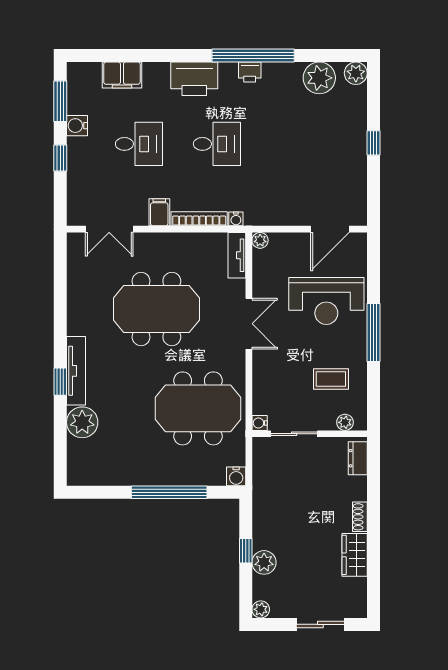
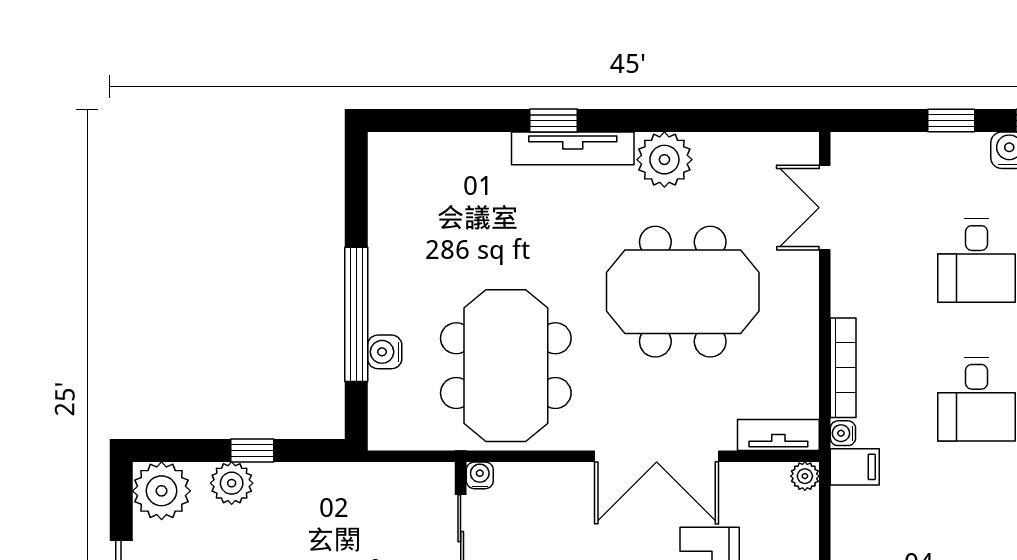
filing cabinet: (159, 212) -> (855, 467), moved
meeting table: (156, 309) -> (683, 292), turned 90
double door: (249, 324) -> (657, 456), width x1.37
plant: (82, 422) -> (664, 160), moved
water cooler: (236, 476) -> (385, 352), moved
plant: (261, 609) -> (162, 491), width x1.87, depth x1.87

